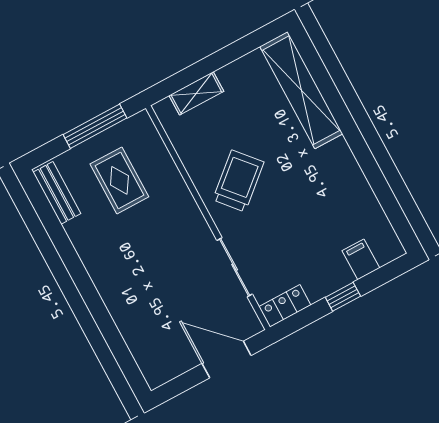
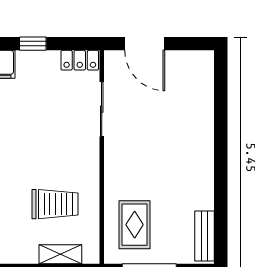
rug: (119, 180) -> (135, 225), moved
trolley: (238, 181) -> (55, 204), moved, turned -139

